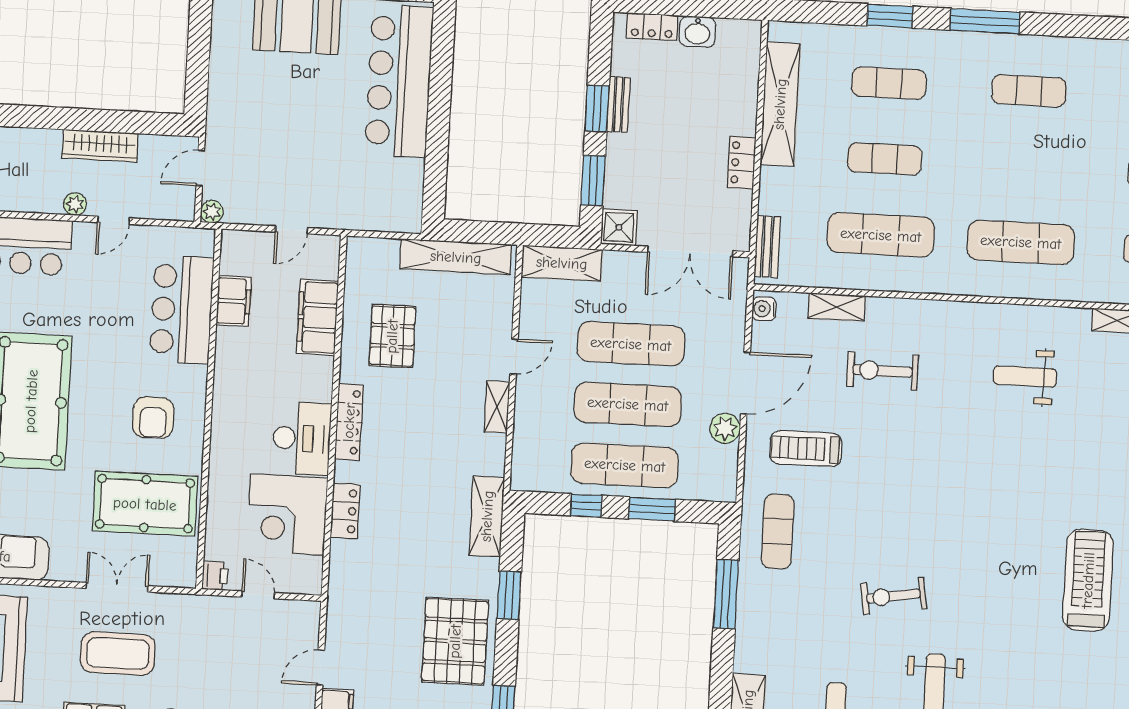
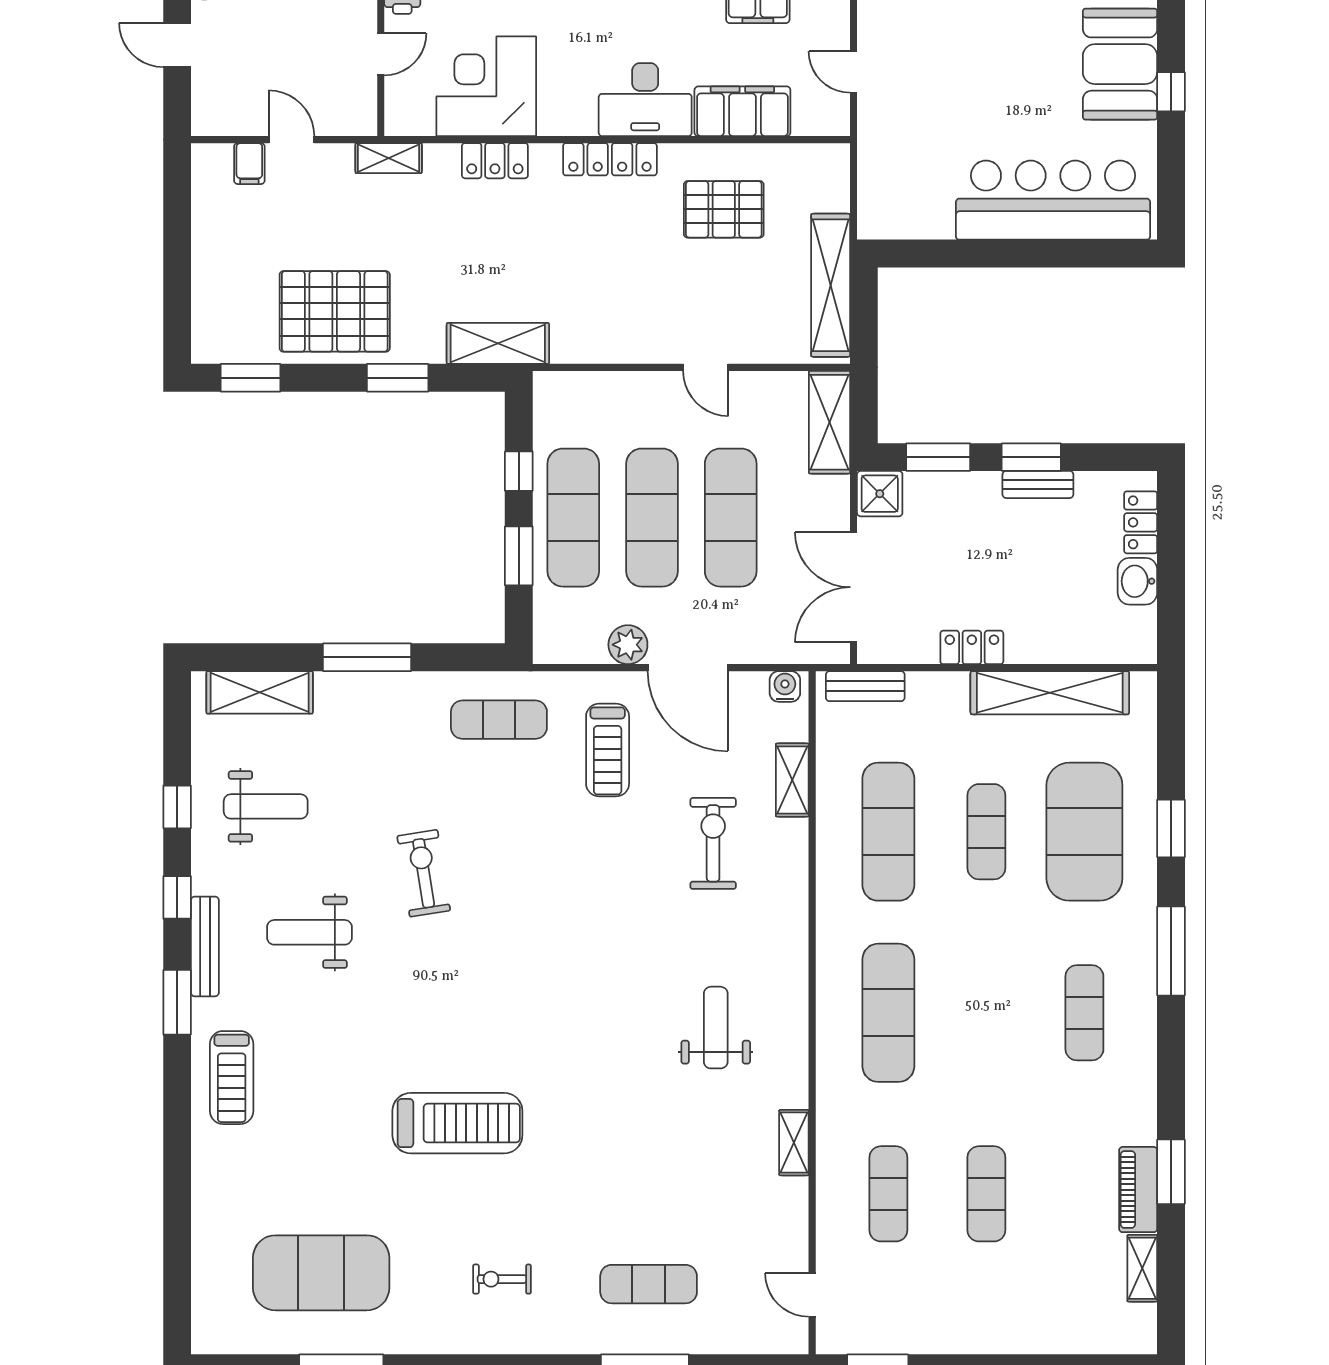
exercise mat: (889, 83) -> (1084, 832), width x2.00, depth x1.45
shelving: (497, 407) -> (389, 158), moved
desk: (302, 438) -> (645, 100), moved
treadmill: (806, 449) -> (608, 750), turned 180
window: (726, 594) -> (367, 657), moved

